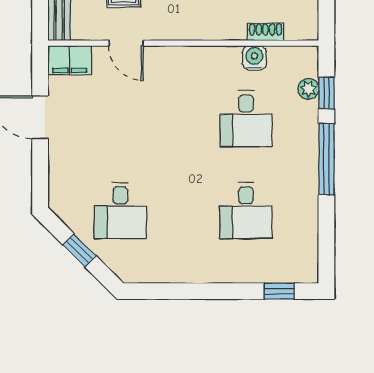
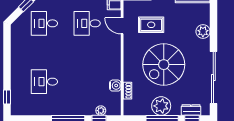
door: (126, 43) -> (122, 26), hinge flipped
desk: (246, 119) -> (87, 23), moved

